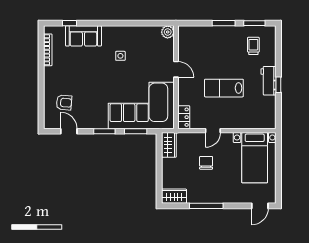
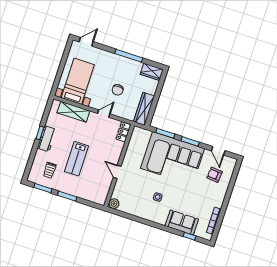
lab bench: (224, 88) -> (77, 159), moved, turned 90
corner sofa: (141, 105) -> (173, 158), moved
shelving: (248, 121) -> (73, 112), added
wardrobe: (169, 145) -> (144, 109), width x1.50

